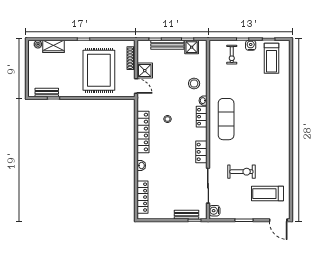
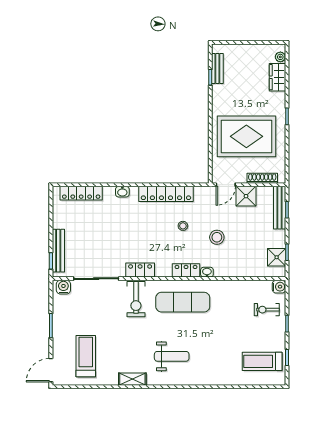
bench: (167, 45) -> (280, 208), moved
water cooler: (251, 45) -> (279, 287), moved
stool: (194, 84) -> (217, 237), moved
weight bench: (268, 128) -> (172, 356), added
shelving: (285, 158) -> (132, 379), added
exercise bike: (241, 172) -> (136, 299), moved
bench: (186, 215) -> (58, 251), width x1.36

